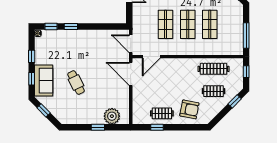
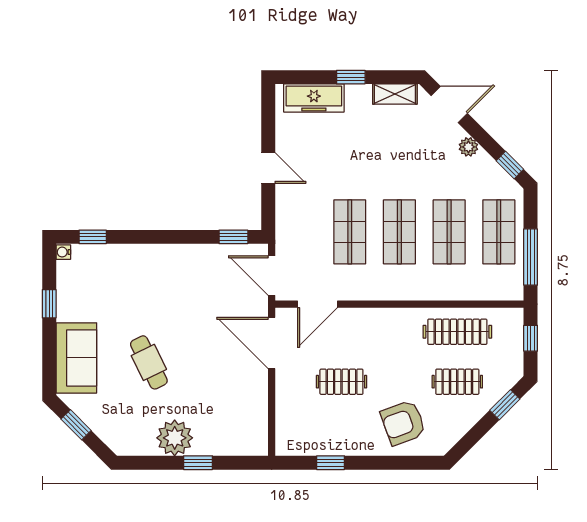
shop shelf: (232, 24) -> (499, 232), added
window: (71, 27) -> (233, 237), moved
window: (32, 79) -> (49, 354), removed
armchair: (189, 109) -> (403, 423), turned 149
clothes rail: (162, 113) -> (341, 382), moved
plant: (112, 116) -> (175, 438), moved

